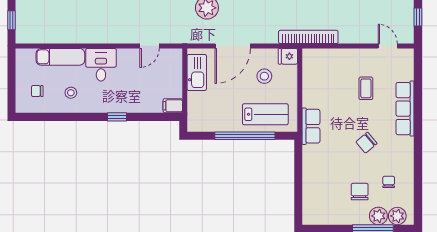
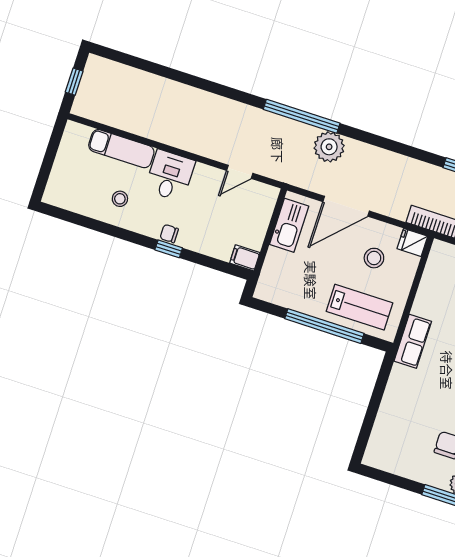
chair: (37, 91) -> (169, 234), moved

